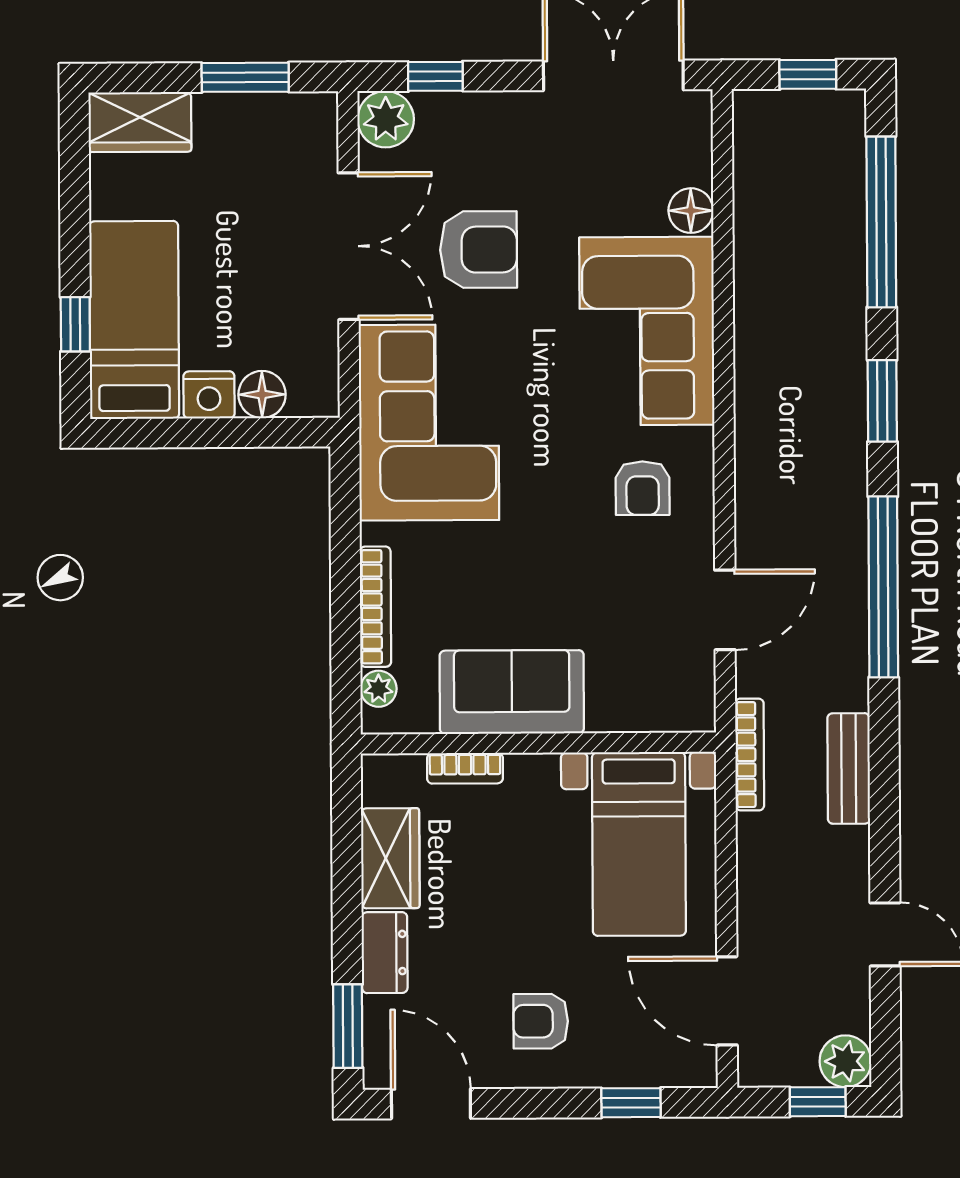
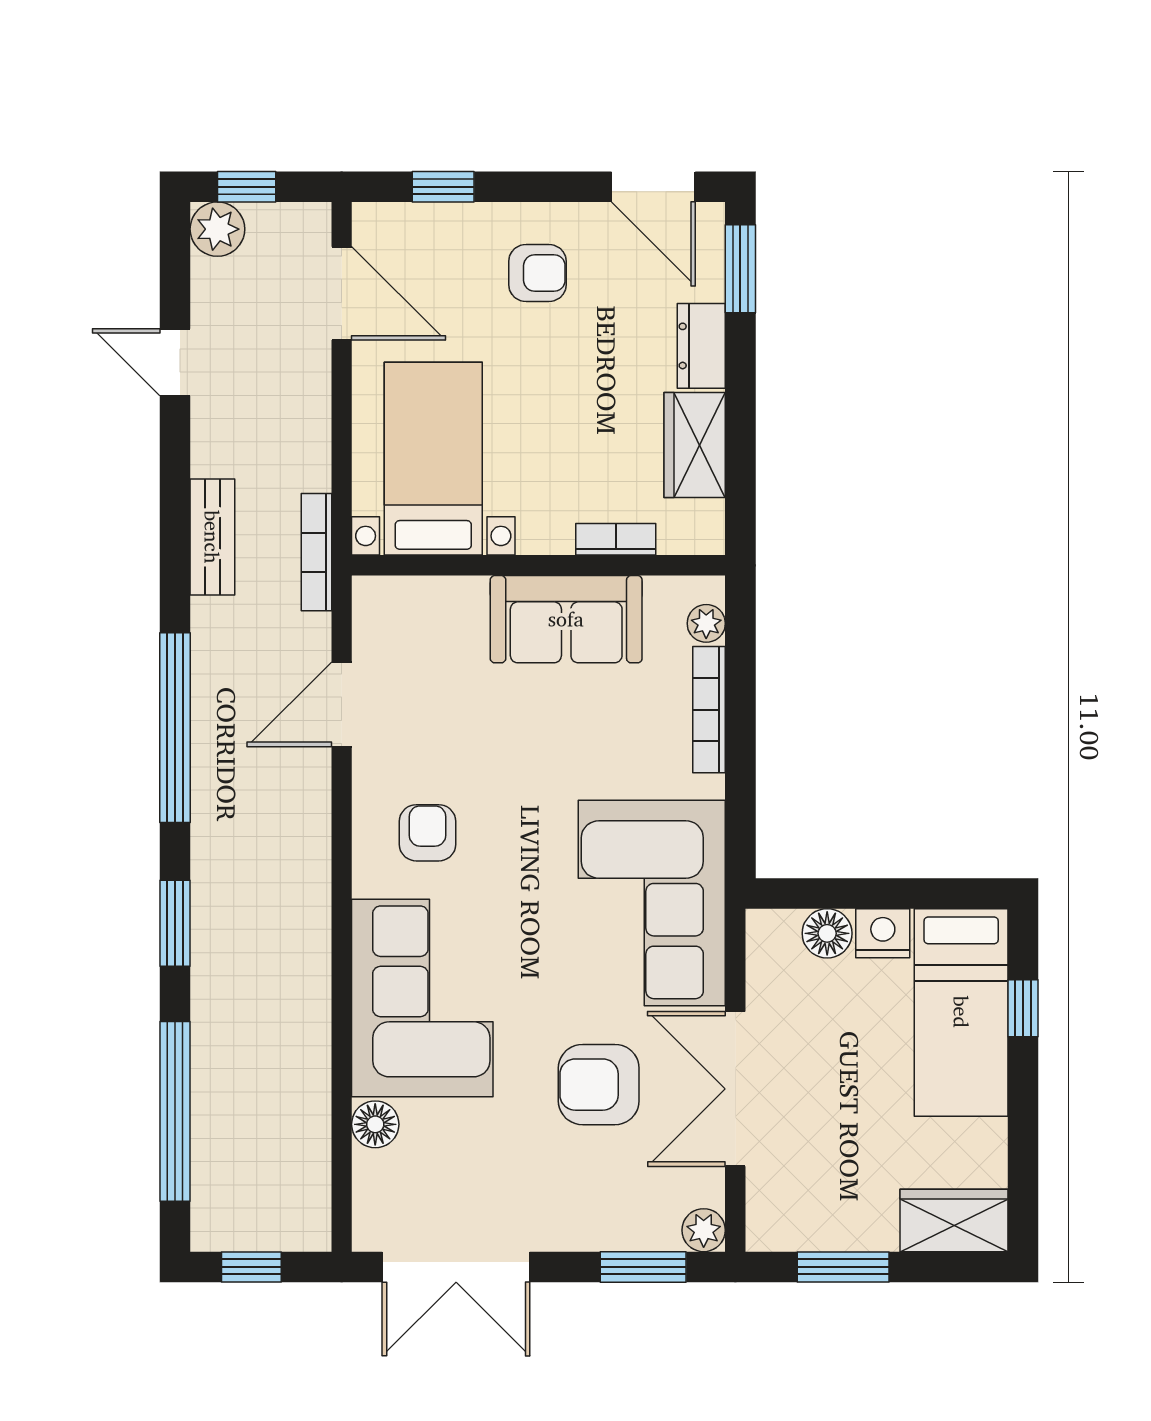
window: (435, 76) -> (643, 1267), width x1.50
plant: (386, 119) -> (704, 1230), width x0.73, depth x0.73

